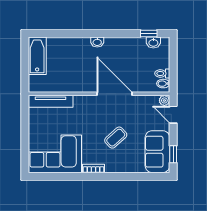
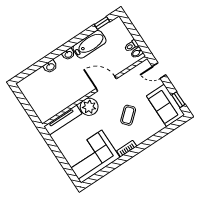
washbasin: (153, 43) -> (50, 67), moved
bathtub: (37, 56) -> (90, 44), moved, turned 90
door: (115, 94) -> (106, 84), width x0.73
plant: (164, 100) -> (89, 107), moved, width x1.88, depth x1.88

